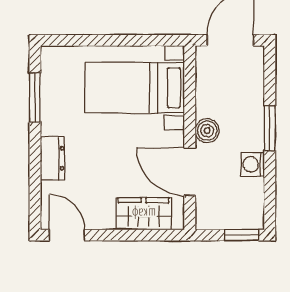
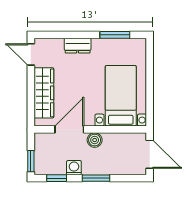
window: (270, 193) -> (57, 178), added
wardrobe: (144, 214) -> (44, 93), width x1.50
door: (67, 235) -> (31, 54), swing flipped

